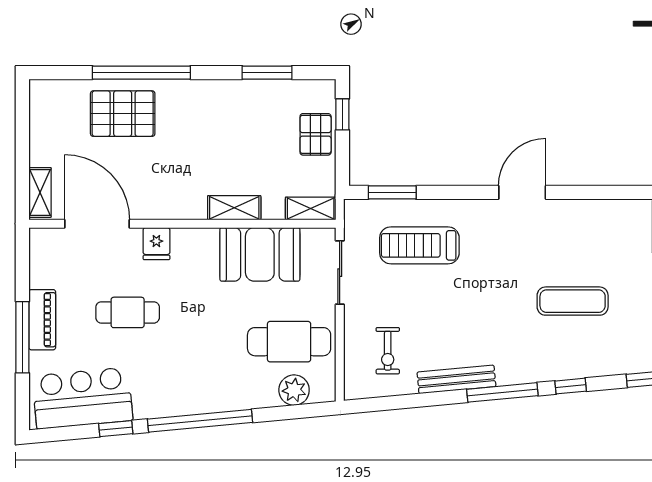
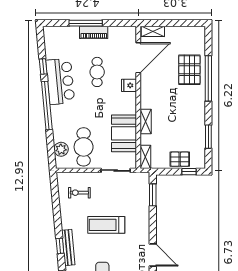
treadmill: (419, 245) -> (106, 225), moved, turned -90
bench: (456, 379) -> (68, 248), moved
window: (502, 392) -> (60, 246), width x0.46
bar counter: (83, 398) -> (60, 81), moved

